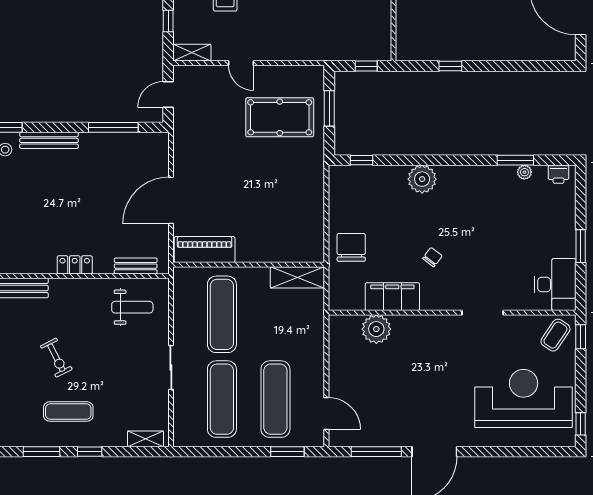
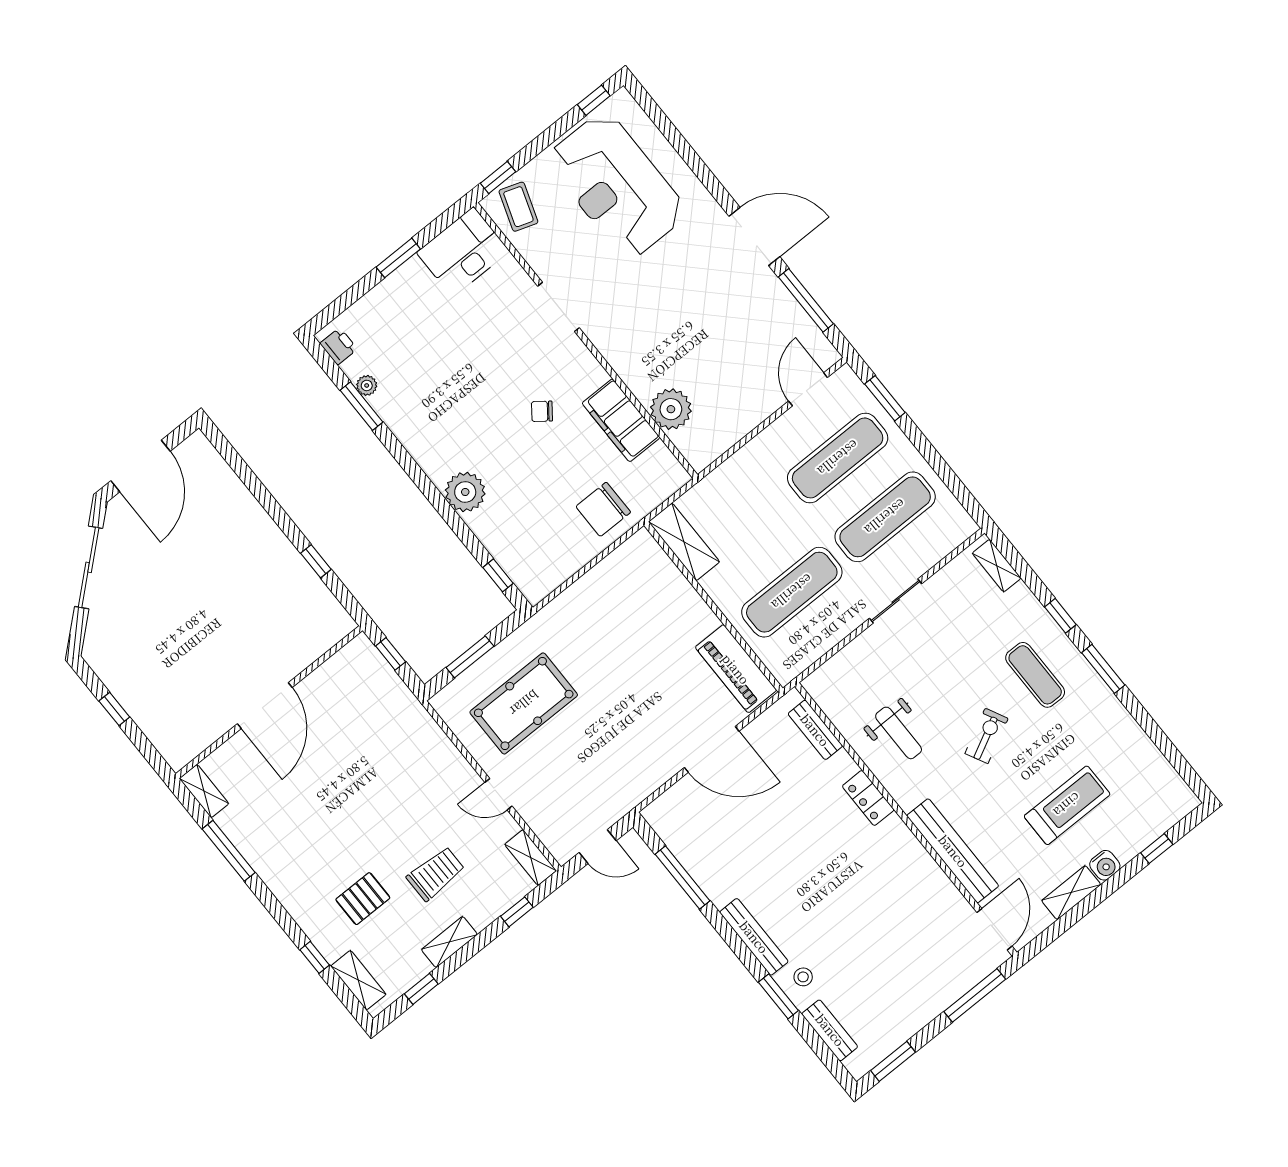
door: (241, 63) -> (499, 794), swing flipped
pool table: (280, 117) -> (524, 703), turned 90
weight bench: (132, 307) -> (899, 733), moved, turned 180
coffee table: (555, 335) -> (518, 207), turned 75

